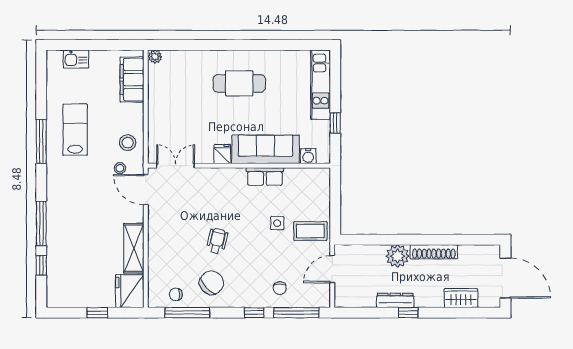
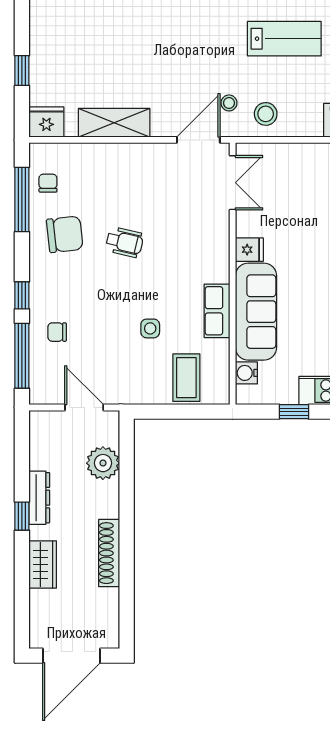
coffee table: (310, 231) -> (186, 378), moved
plant: (398, 256) -> (103, 463), moved
chair: (212, 283) -> (65, 234), turned -53
fridge: (130, 291) -> (46, 122), width x0.73, depth x0.75
wardrobe: (461, 298) -> (43, 565), moved

